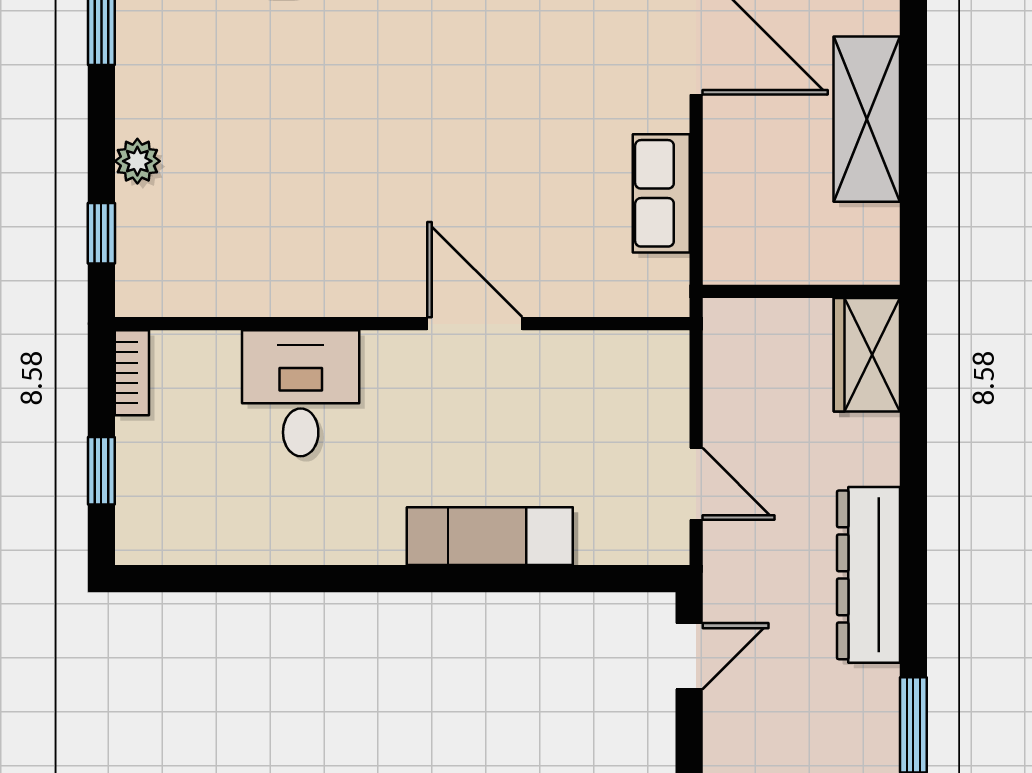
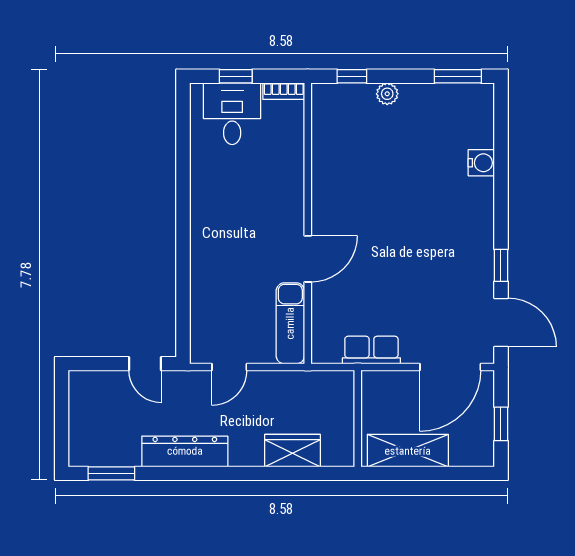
wall: (801, 291) -> (358, 418), moved
desk: (301, 393) -> (232, 114), moved, turned -90
exam couch: (490, 536) -> (290, 323), moved, turned 180

